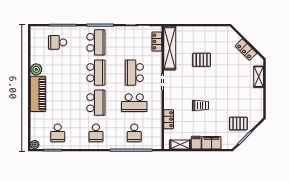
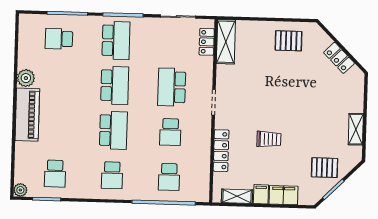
shelving: (170, 48) -> (226, 42), width x0.68
pallet: (202, 60) -> (289, 41), moved
shelving: (259, 77) -> (356, 129), moved
school desk: (134, 103) -> (170, 132), width x0.54
locker: (169, 119) -> (221, 151), width x1.53

